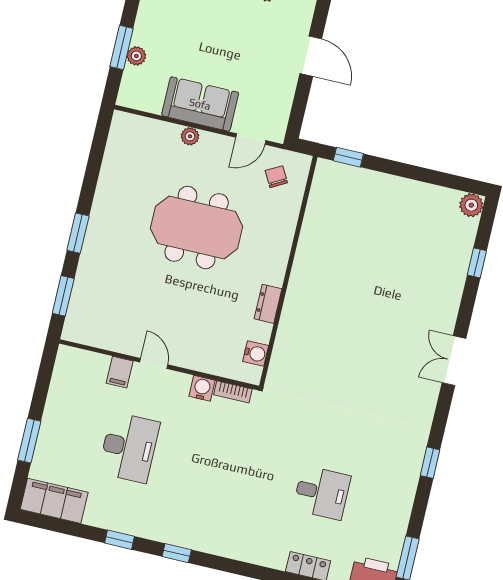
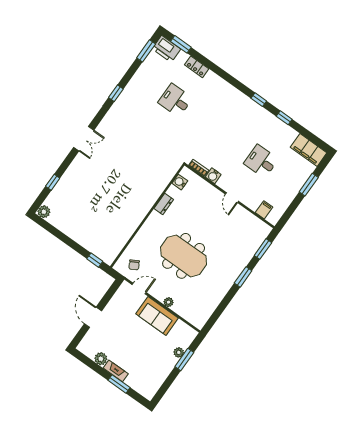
filing cabinet: (120, 372) -> (264, 210), moved
desk: (129, 447) -> (261, 161), width x0.73

